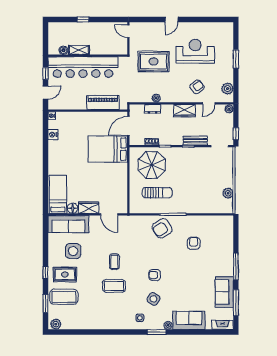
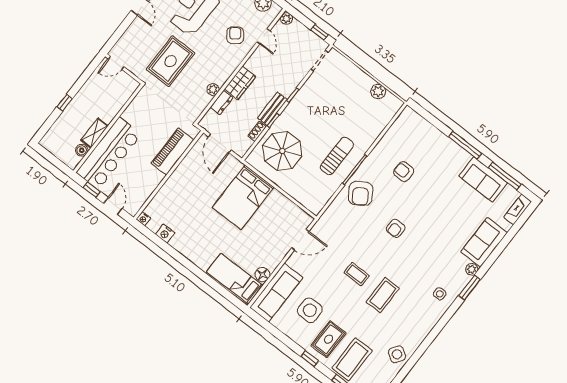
bar counter: (83, 67) -> (109, 153), width x0.73
wardrobe: (185, 111) -> (240, 83), moved
bench: (195, 141) -> (272, 109), moved
bed: (108, 149) -> (243, 197), moved
sun lounger: (157, 193) -> (337, 156), moved
wardrobe: (89, 208) -> (275, 256), removed
armchair: (155, 275) -> (396, 228), moved
side table: (154, 299) -> (397, 354), moved

